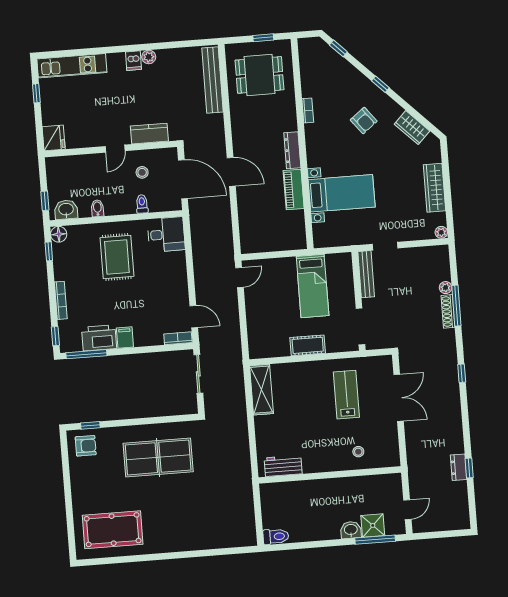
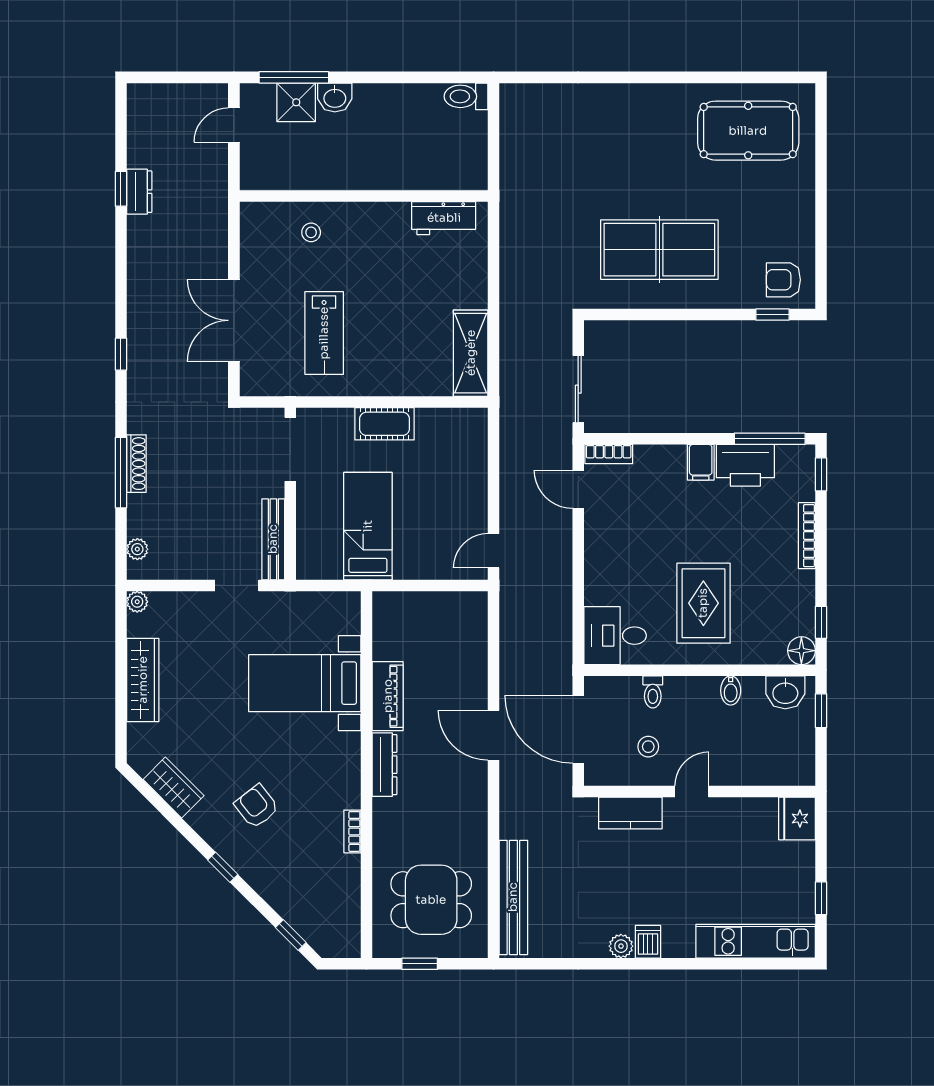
plant: (446, 288) -> (137, 549), moved

